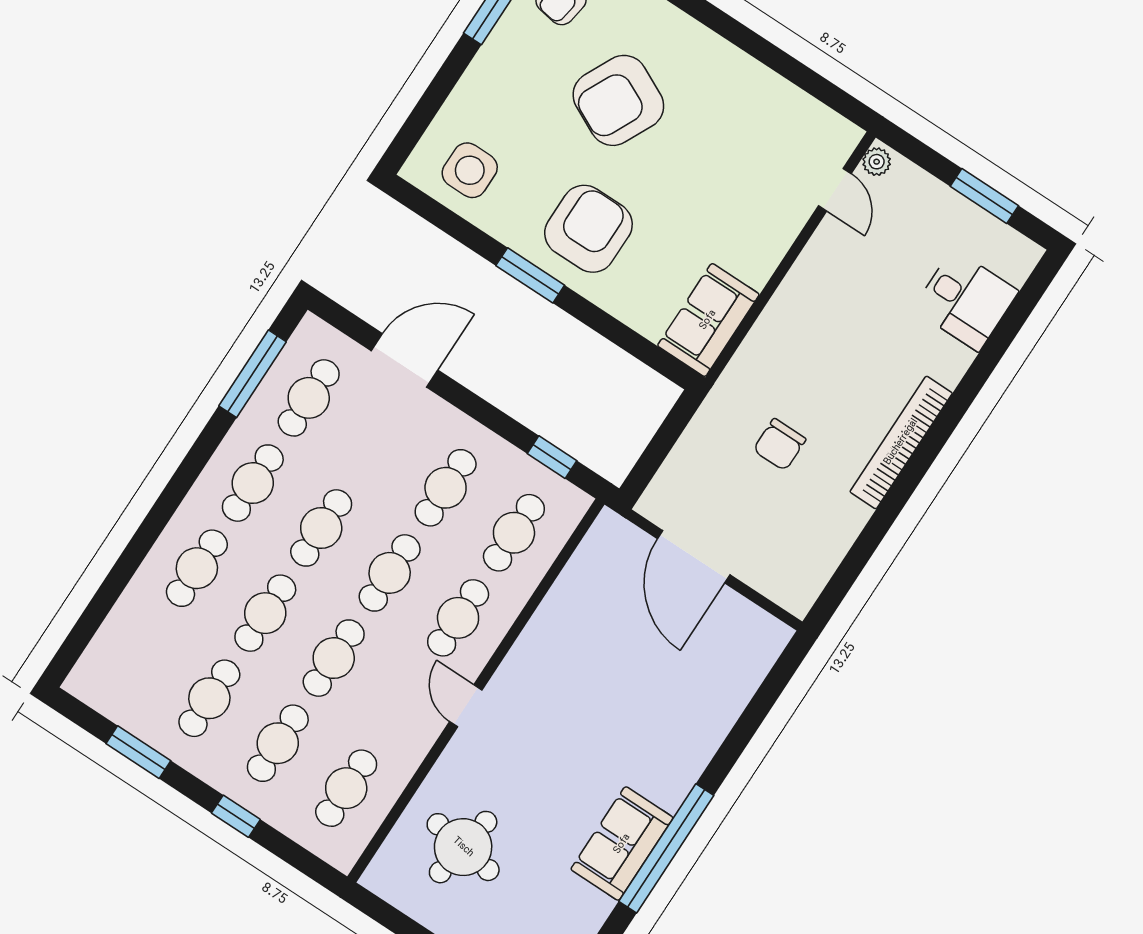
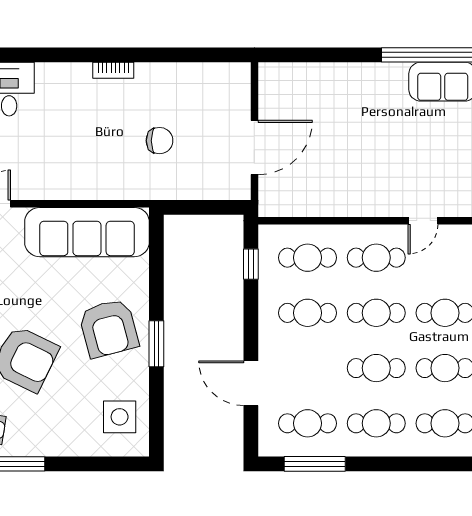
armchair: (588, 229) -> (109, 328), turned -105
sofa: (708, 320) -> (87, 232), width x1.85, depth x1.27
bookcase: (901, 442) -> (113, 70), width x0.43, depth x0.76

